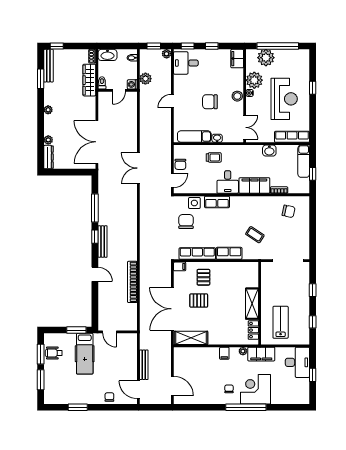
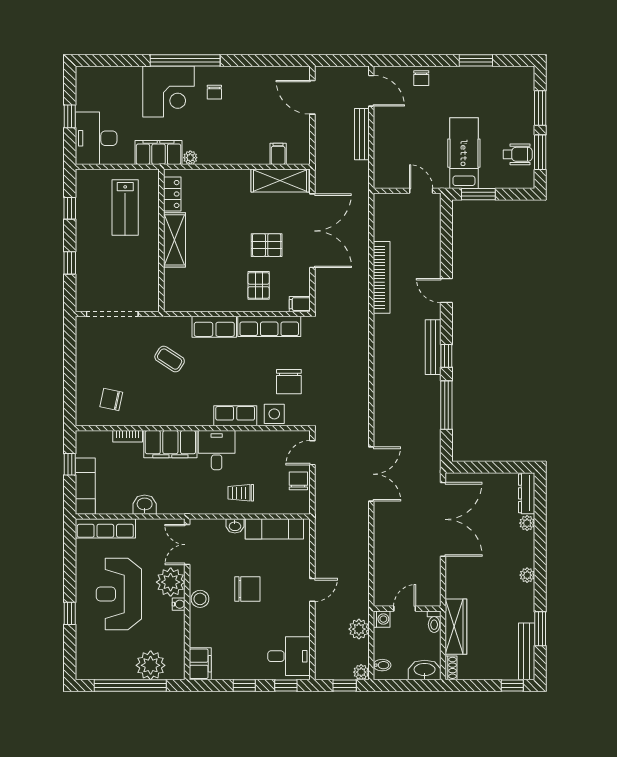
plant: (167, 54) -> (361, 672), moved
plant: (254, 80) -> (171, 582), moved
filing cabinet: (224, 353) -> (278, 154), moved

